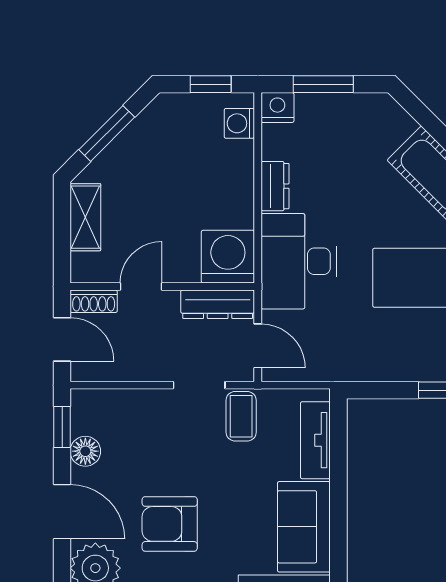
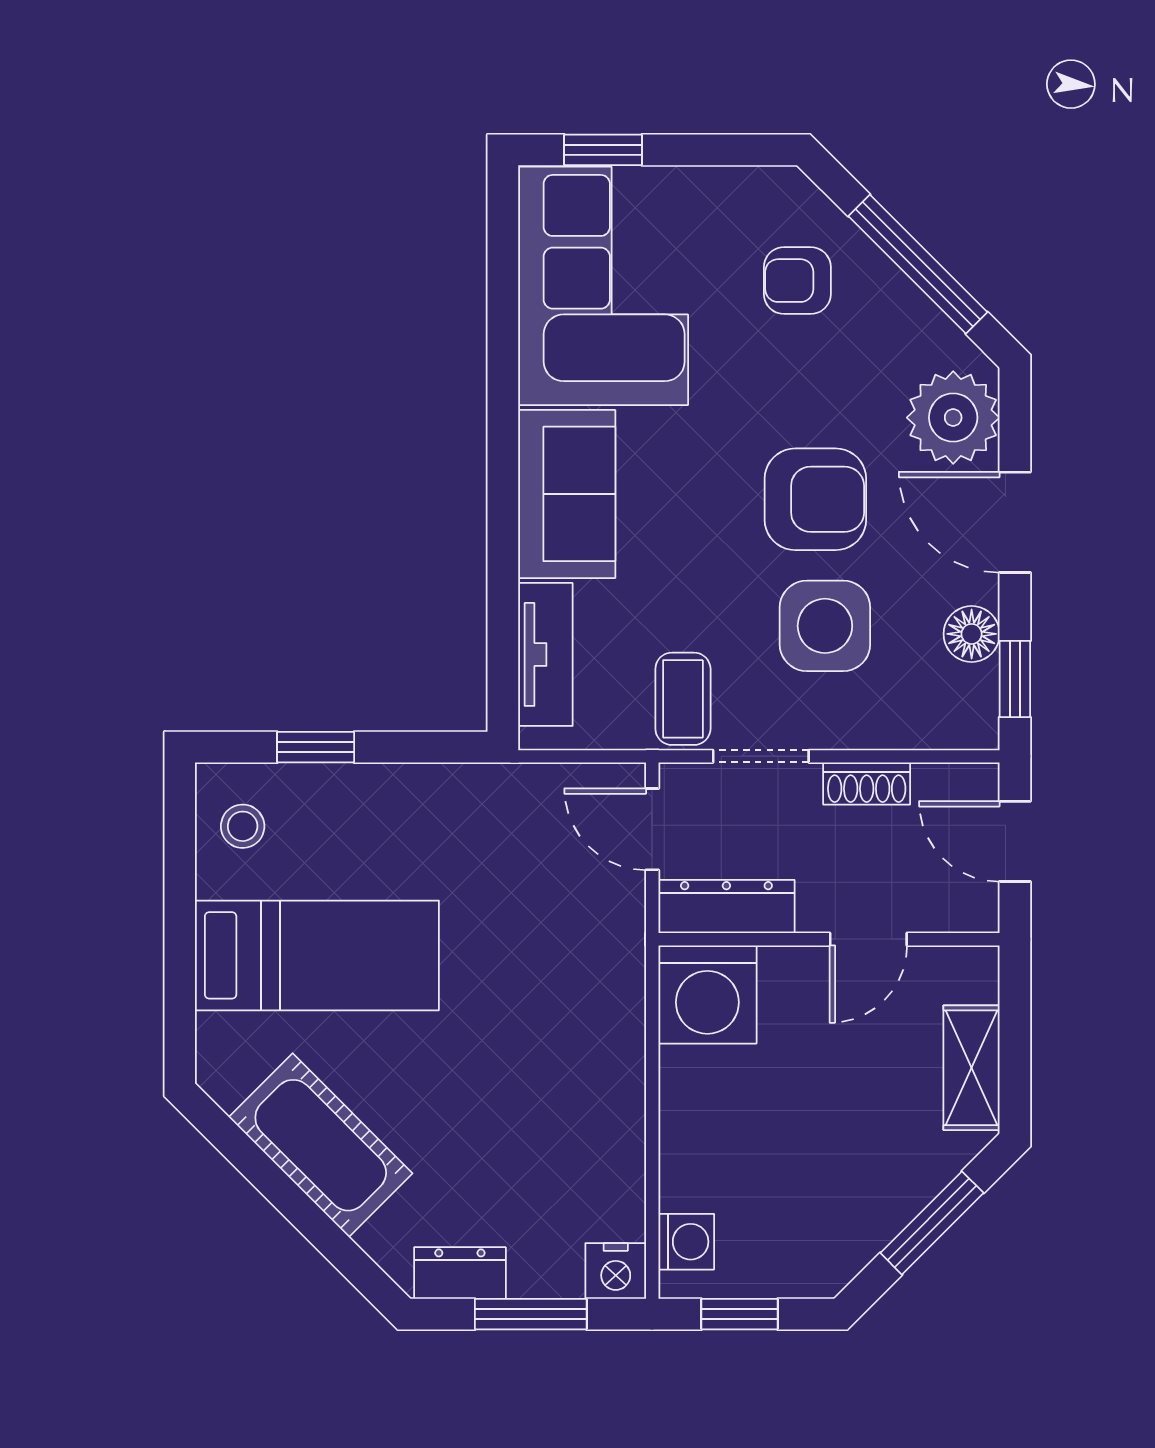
dresser: (275, 186) -> (460, 1273), moved, turned 90
desk: (299, 261) -> (576, 986), removed
shoe rack: (94, 301) -> (867, 784), moved, turned 180
side table: (165, 456) -> (825, 626), added

